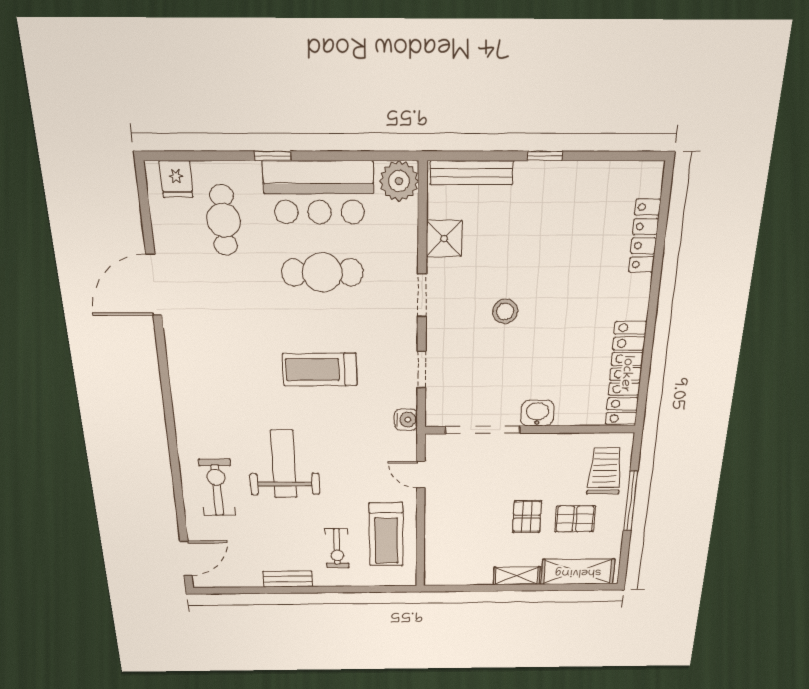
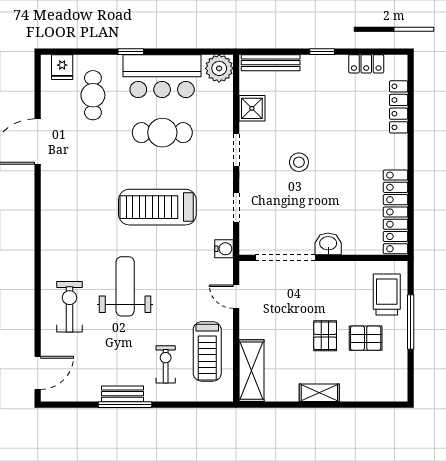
locker: (606, 174) -> (366, 64), added
treadmill: (320, 370) -> (157, 207), width x1.37, depth x1.38
exercise bike: (337, 548) -> (166, 364), turned 180
shelving: (578, 572) -> (251, 371), moved, turned 90
window: (291, 590) -> (125, 405), added

